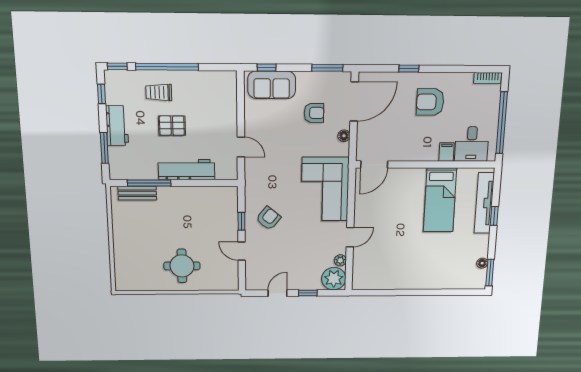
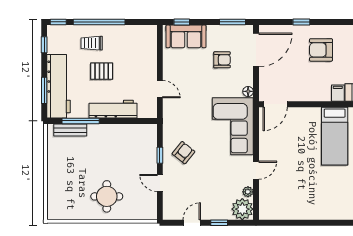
workbench: (117, 126) -> (58, 86), width x1.88, depth x1.32
floor lamp: (344, 136) -> (248, 91), moved

